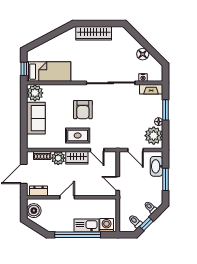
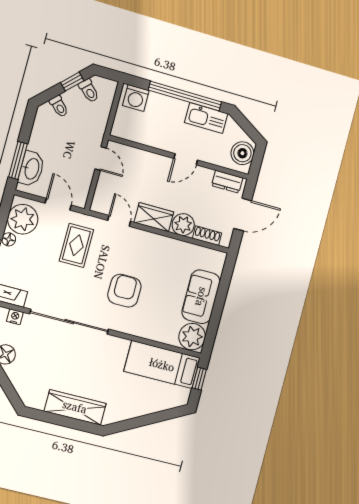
rug: (78, 135) -> (76, 245), moved, turned 90
window: (166, 179) -> (18, 160), moved
kitchen sink: (87, 225) -> (206, 118), moved

